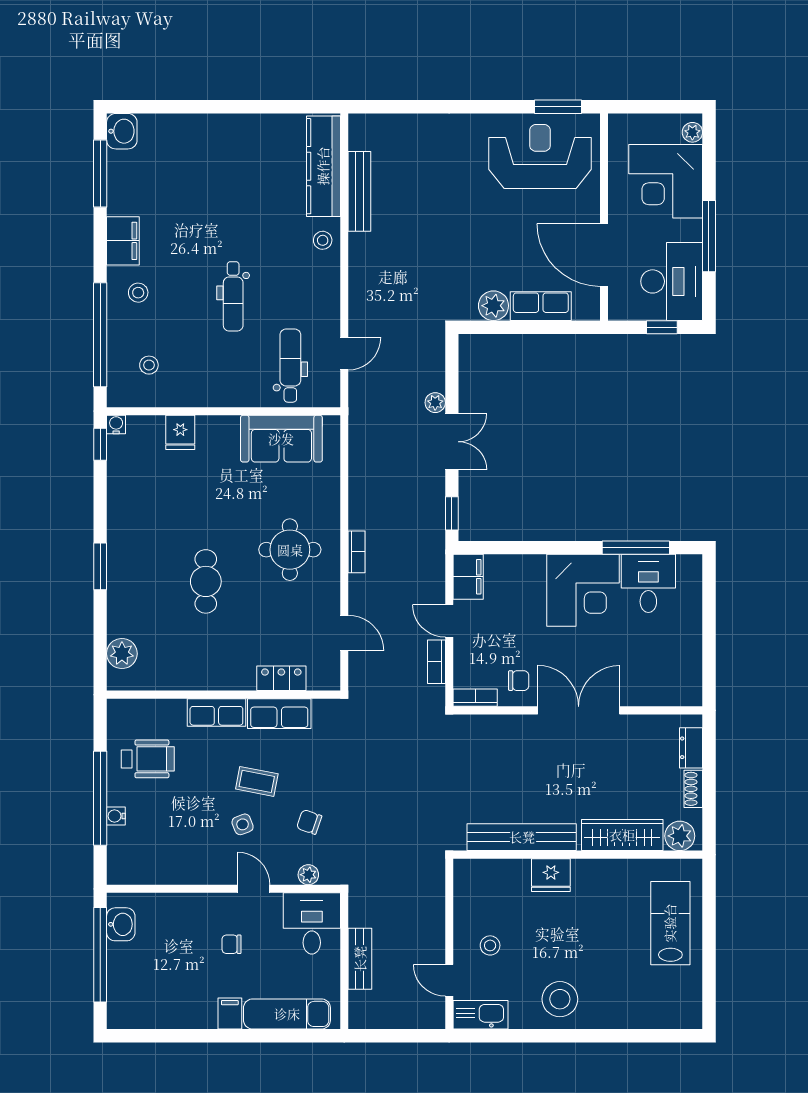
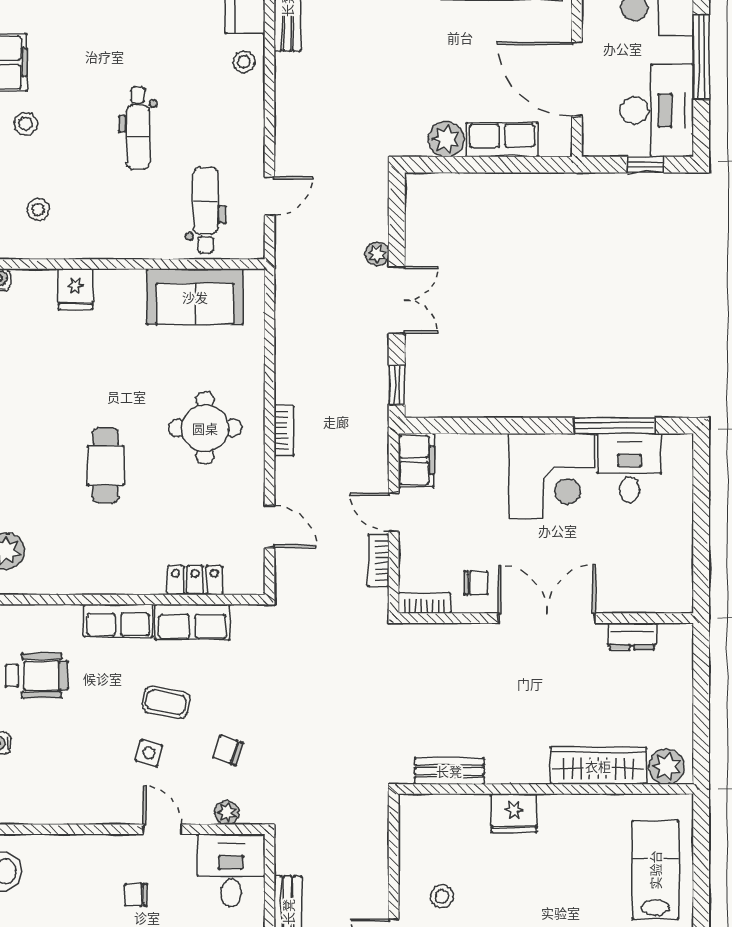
dresser: (691, 748) -> (632, 636), moved, turned -90
shoe rack: (693, 789) -> (683, 711), removed
side table: (243, 824) -> (149, 753), turned 36
bench: (522, 837) -> (449, 771), width x0.54, depth x0.82

